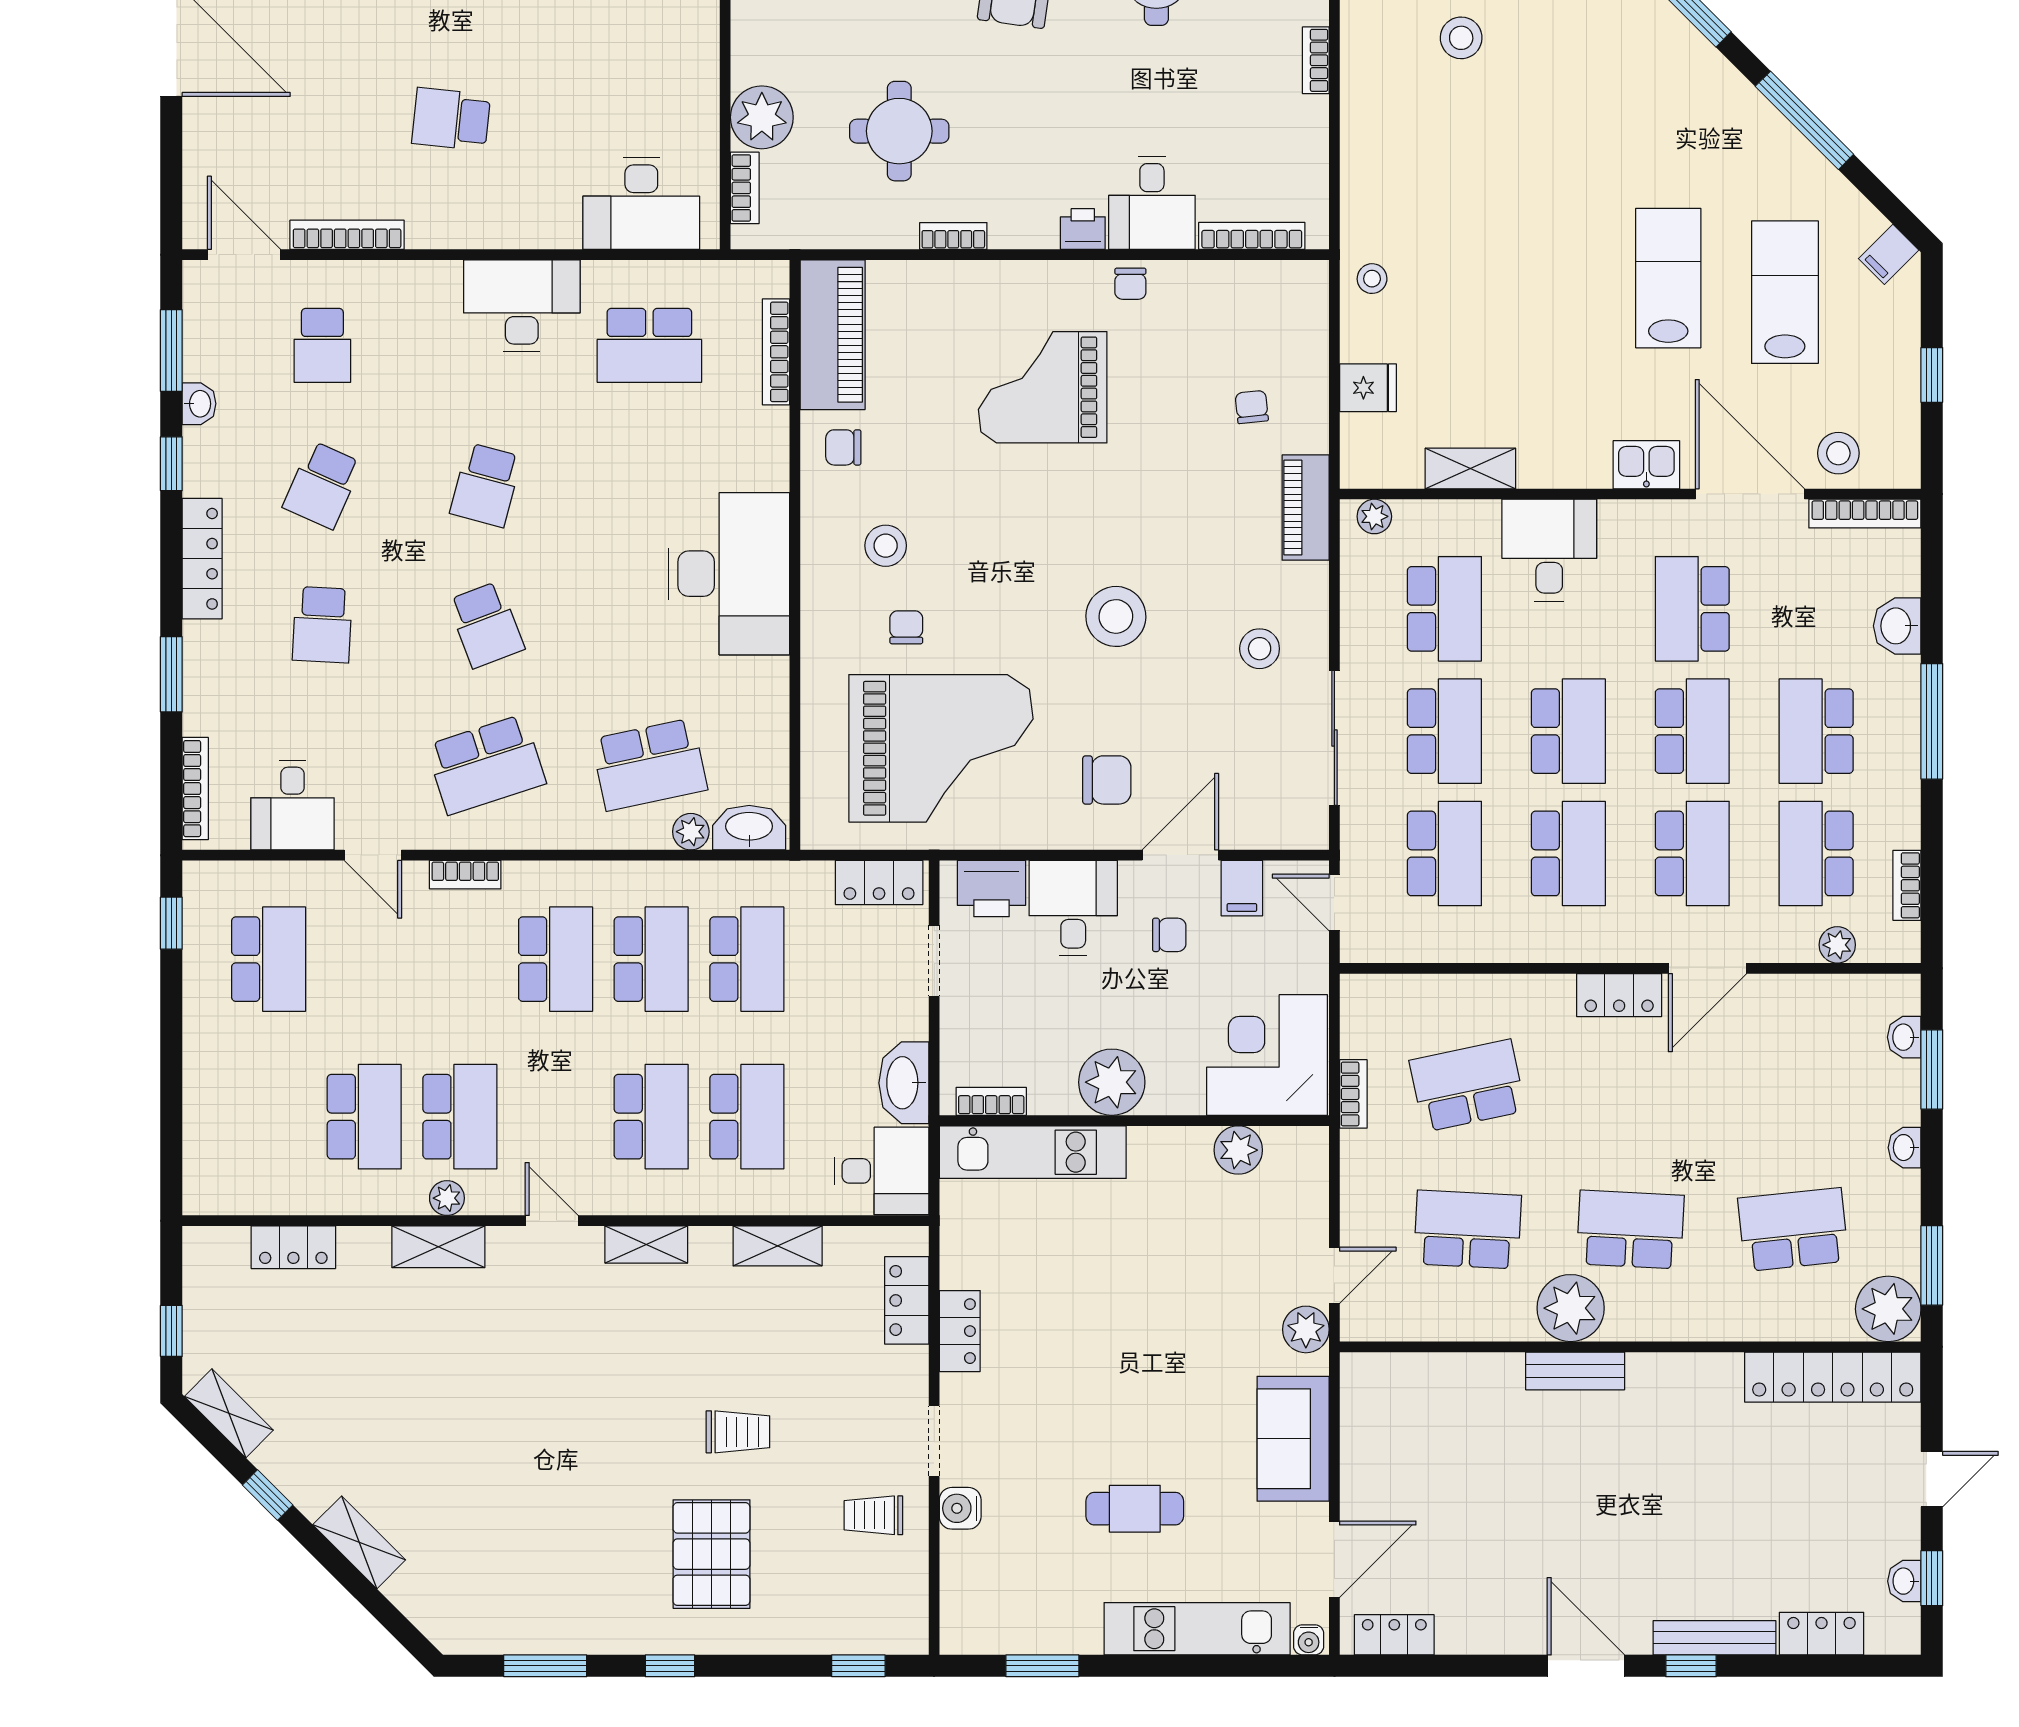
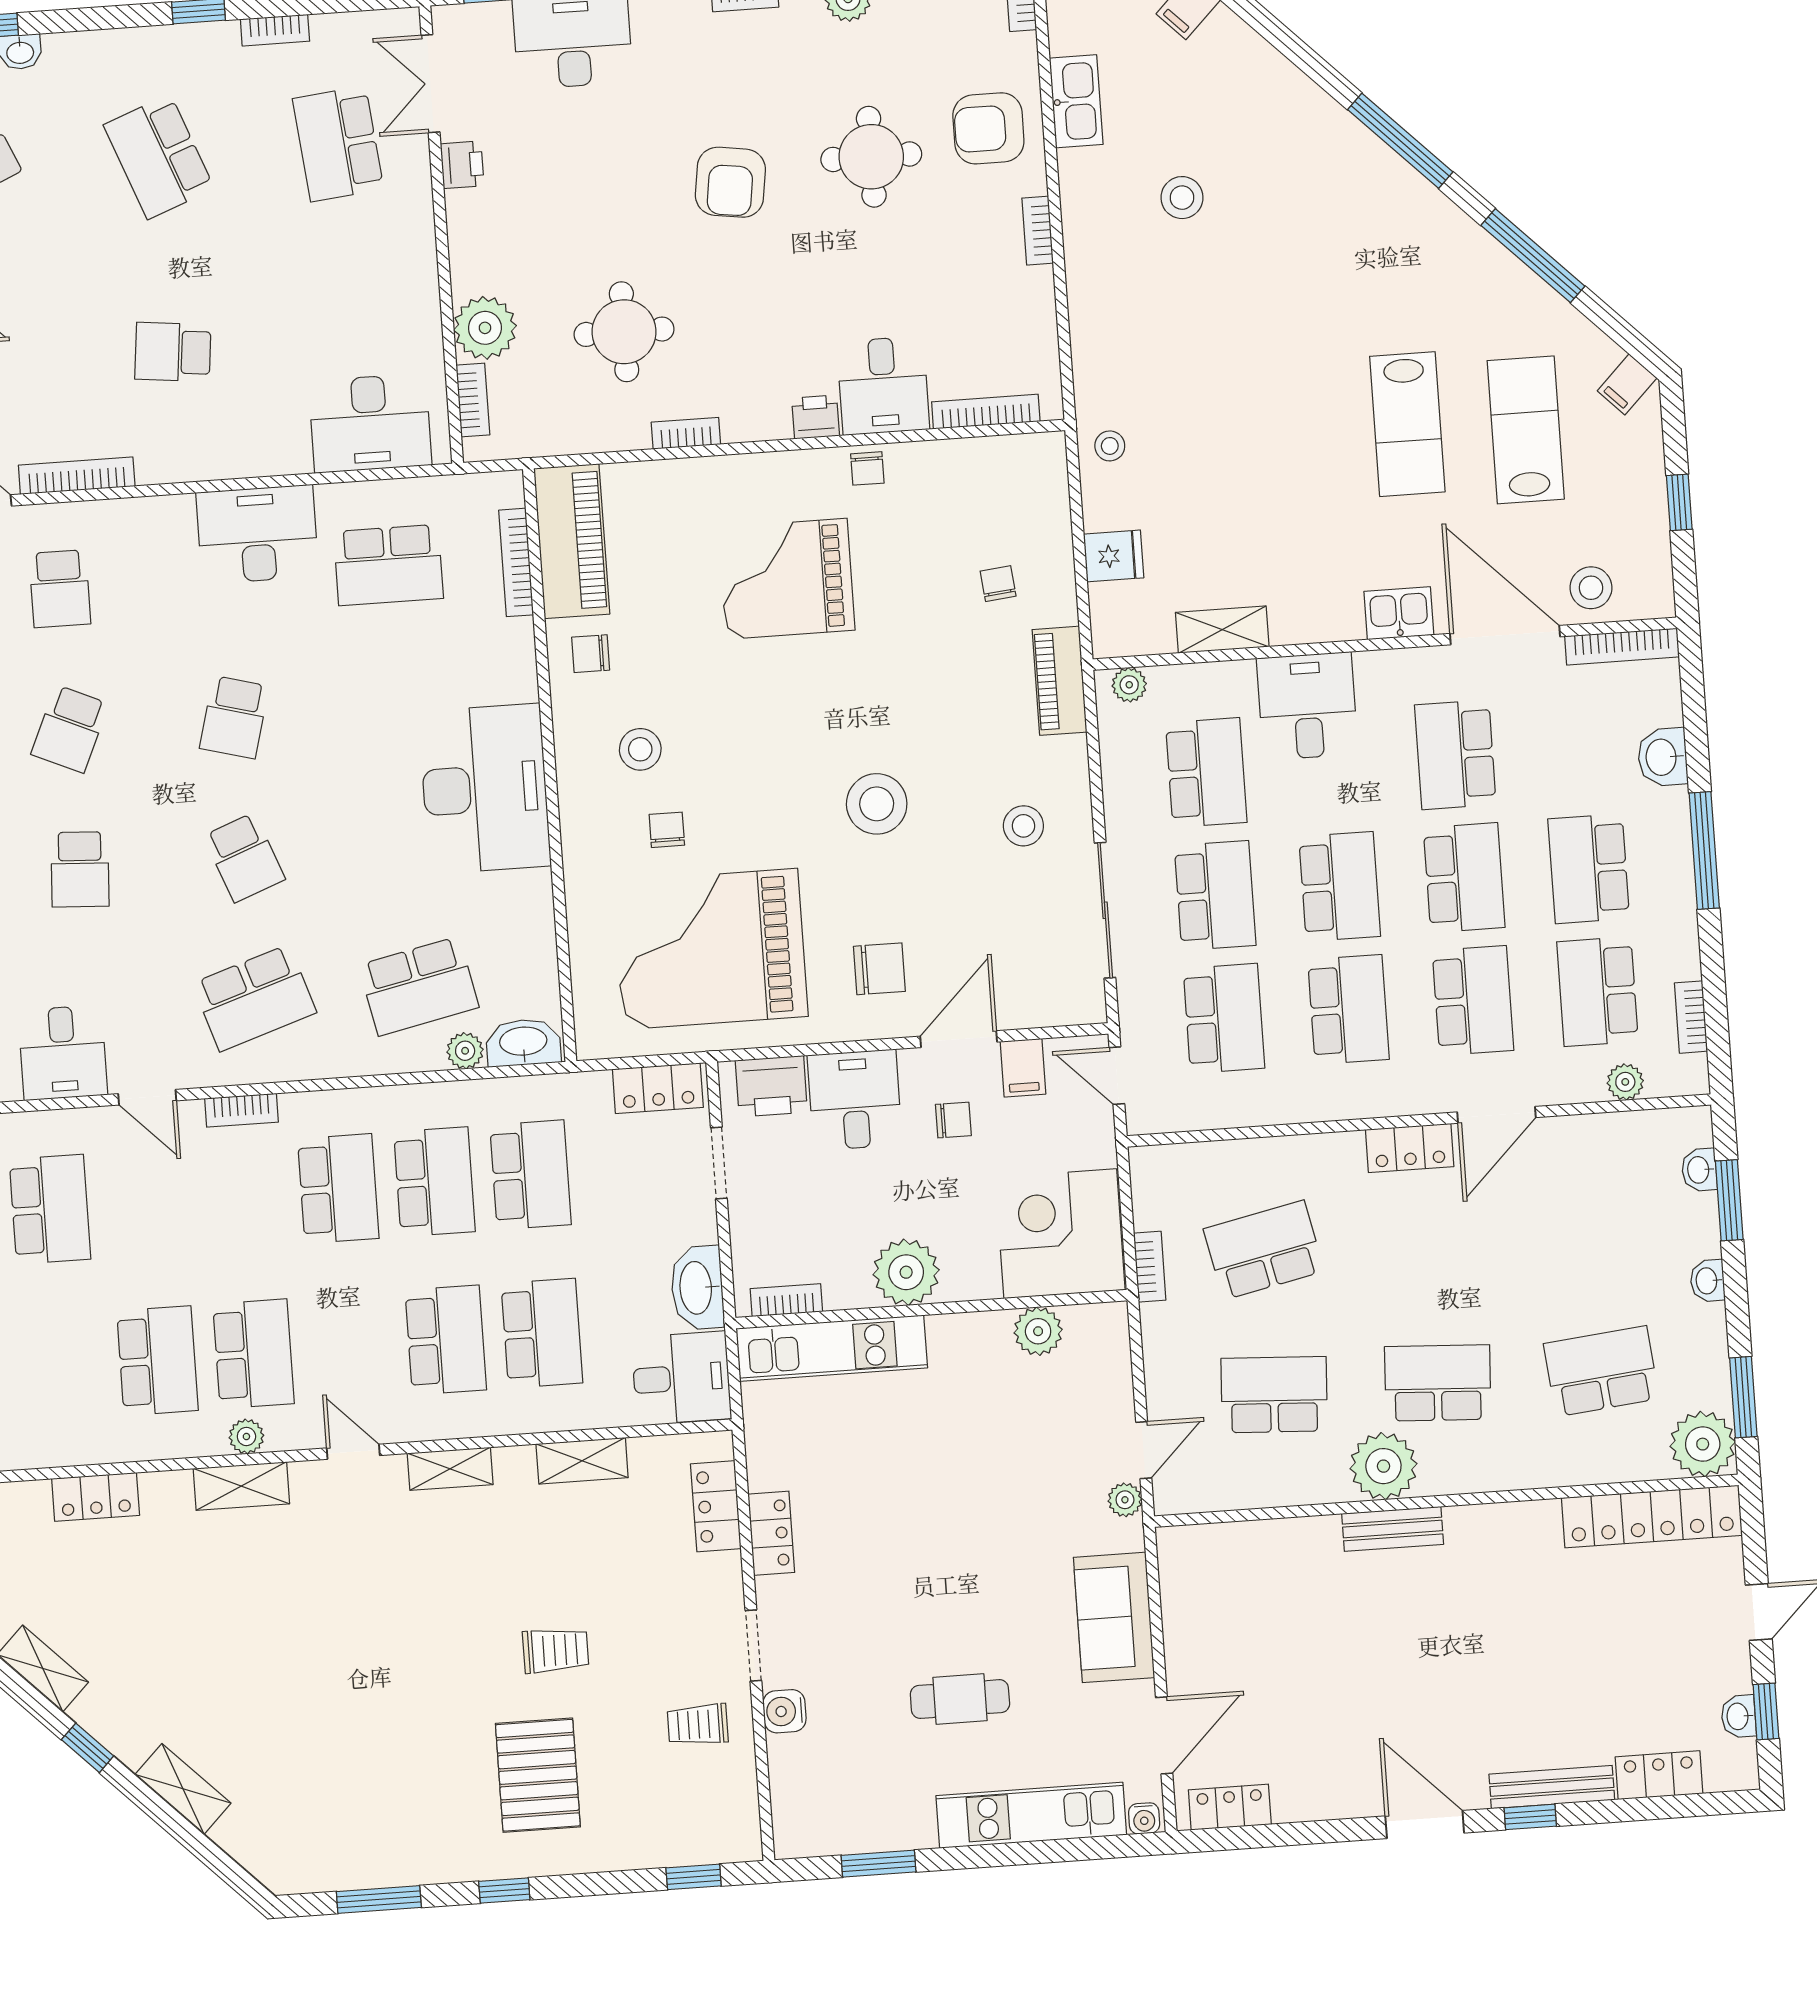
lab bench: (1668, 278) -> (1407, 424), turned 180
grand piano: (941, 748) -> (710, 949), turned 180
plant: (1306, 1329) -> (1125, 1500), width x0.73, depth x0.73

